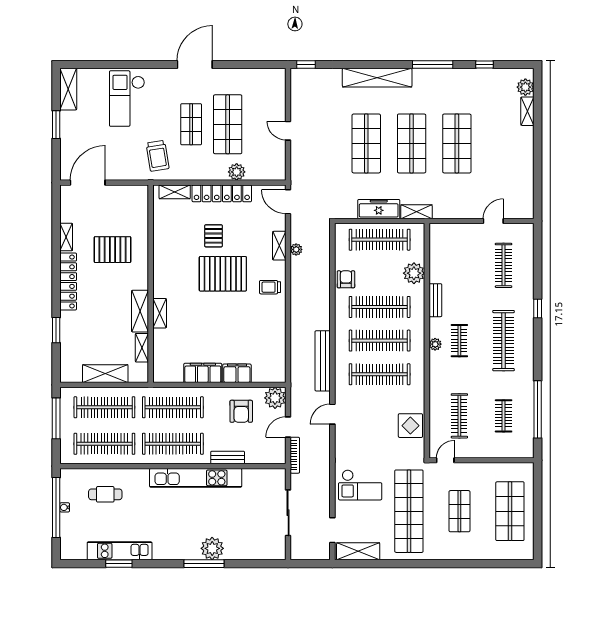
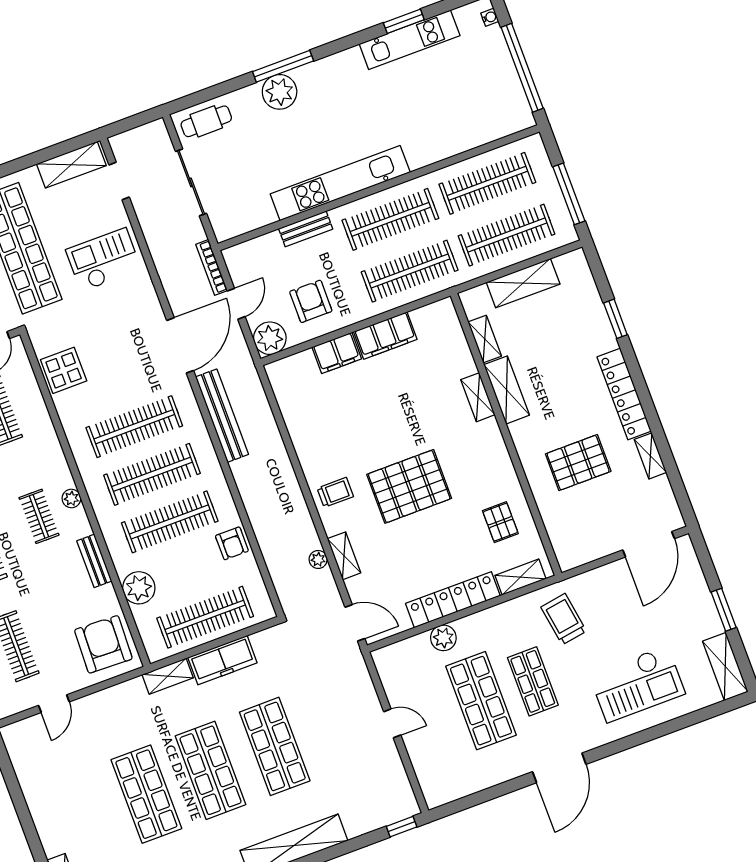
checkout: (127, 99) -> (637, 684), turned 90
pallet: (213, 236) -> (500, 522), moved
armchair: (449, 246) -> (103, 644), added
door: (332, 414) -> (180, 345), width x1.87
cafe table: (105, 494) -> (206, 121), moved
water cooler: (65, 507) -> (490, 17), moved

